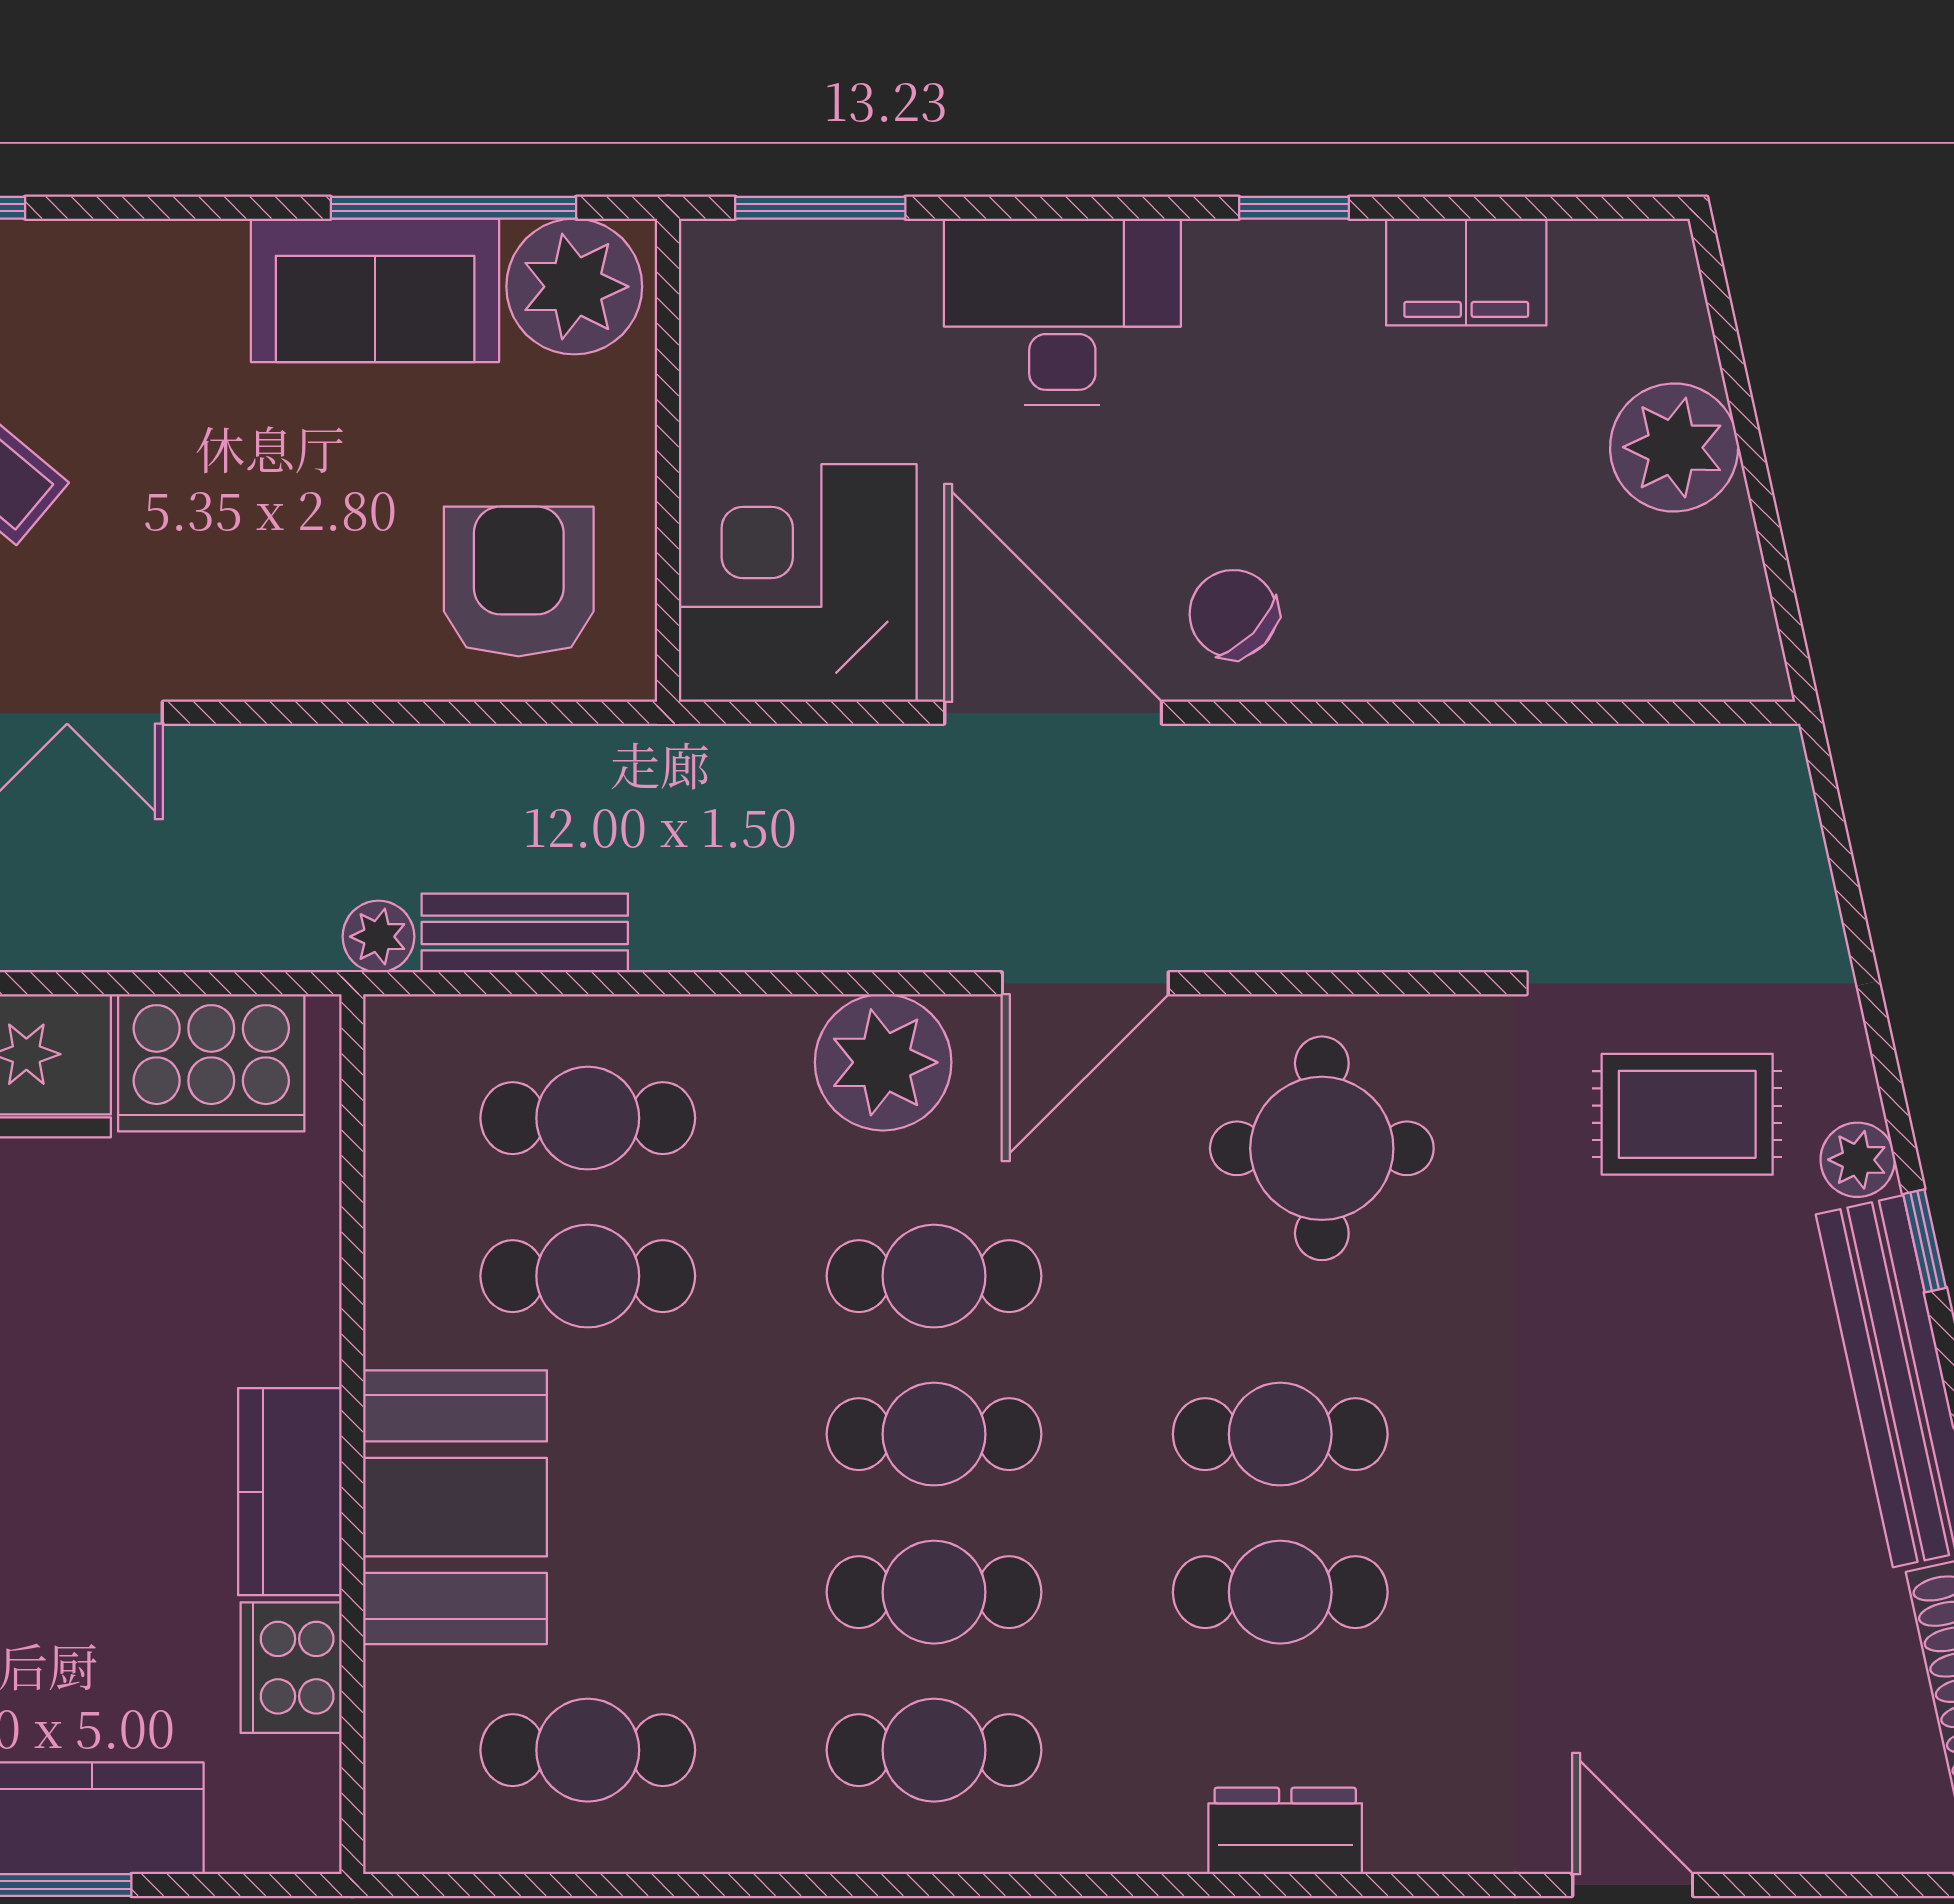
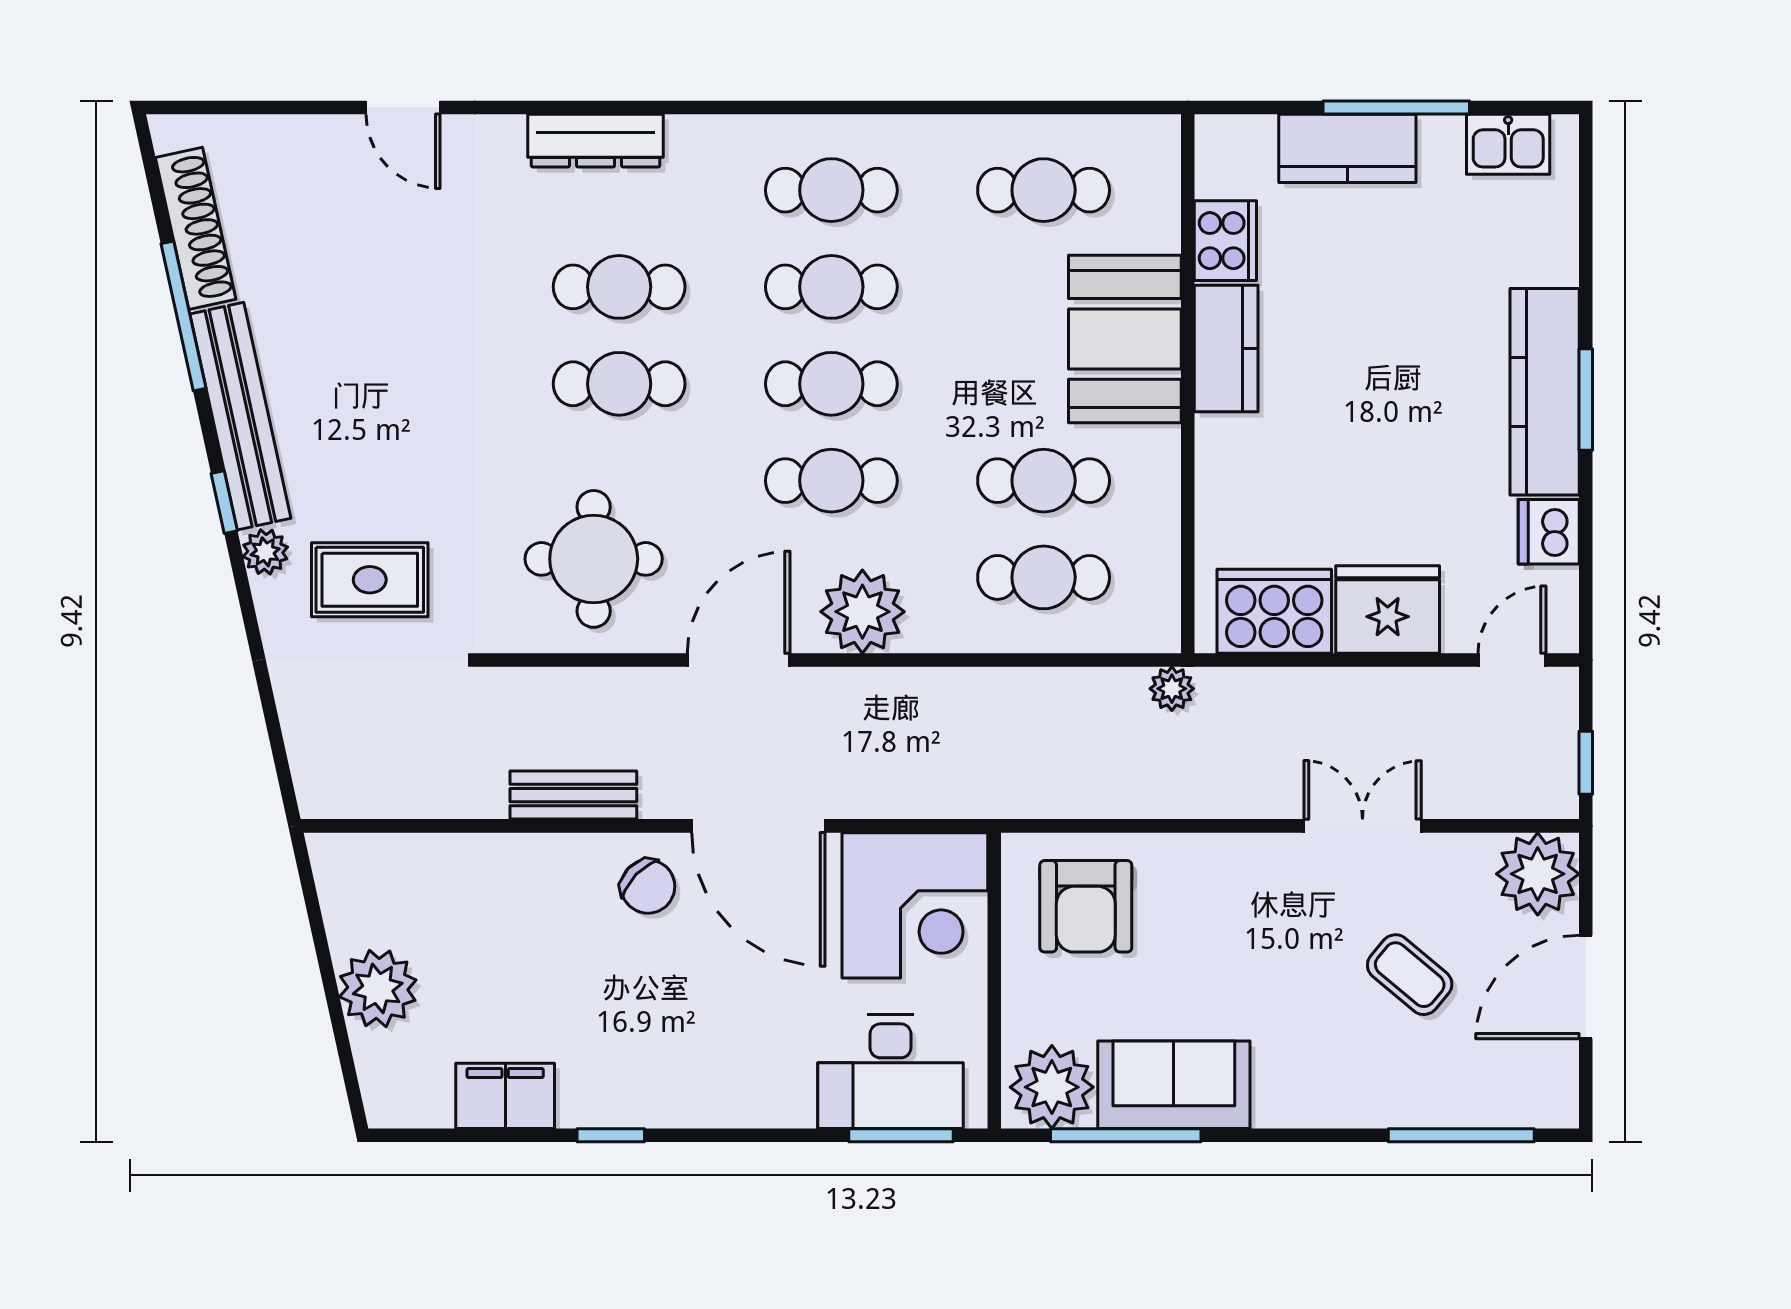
desk: (1062, 312) -> (891, 1072), moved
bench: (525, 933) -> (573, 795), moved
dresser: (1285, 1831) -> (596, 141), width x1.44

